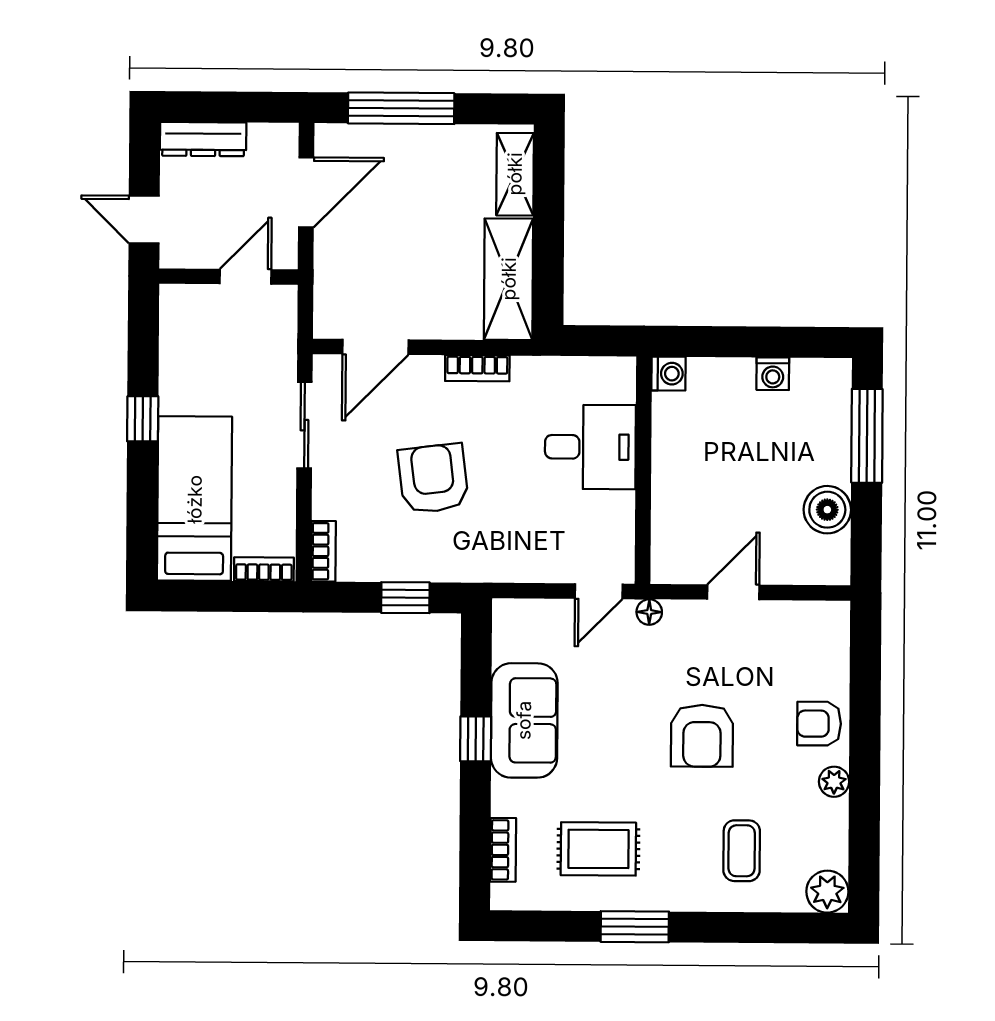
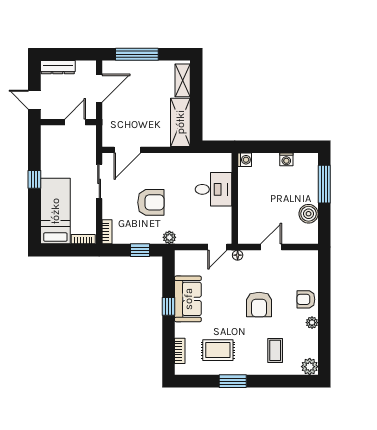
bookcase: (477, 368) -> (168, 158), removed
armchair: (433, 479) -> (151, 202), turned 97
plant: (479, 566) -> (169, 237), added

